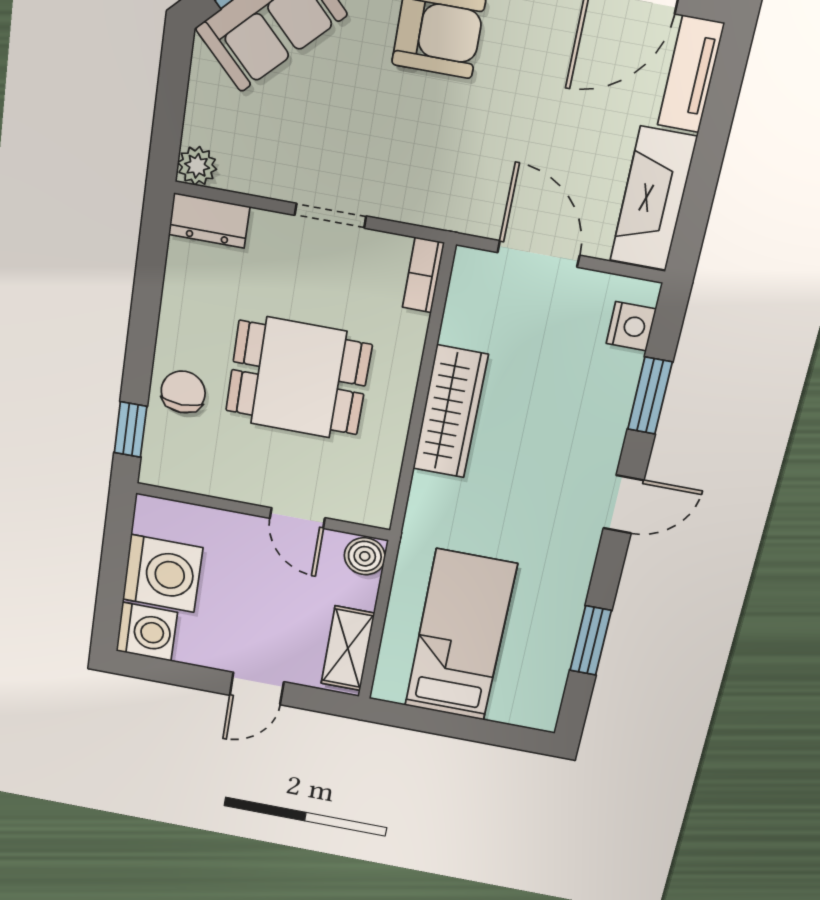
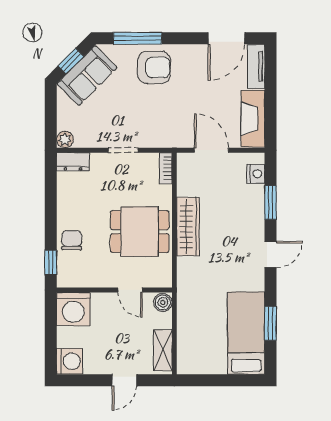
dining table: (298, 378) -> (140, 232), moved
washing machine: (163, 574) -> (73, 309), moved, turned 90
bed: (460, 636) -> (246, 333), moved

